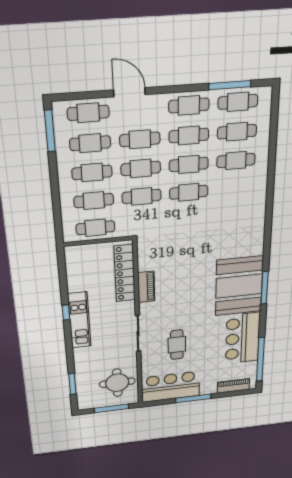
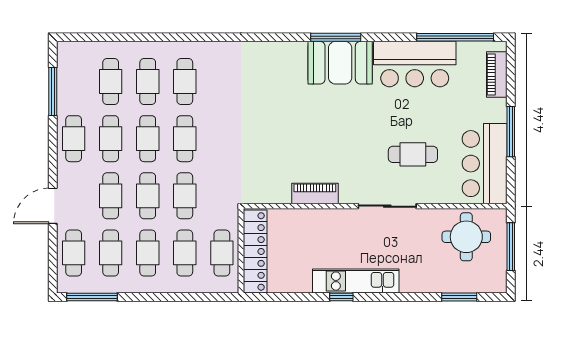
cafe table: (238, 102) -> (185, 81), moved
locker: (125, 273) -> (255, 251), moved, turned -90
booth: (239, 286) -> (340, 63), width x0.73, depth x0.70

